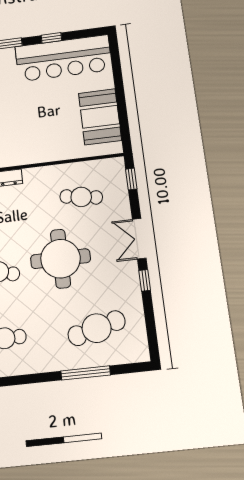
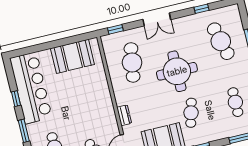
cafe table: (81, 197) -> (132, 62), width x1.37, depth x1.35
window: (145, 280) -> (202, 9), moved

